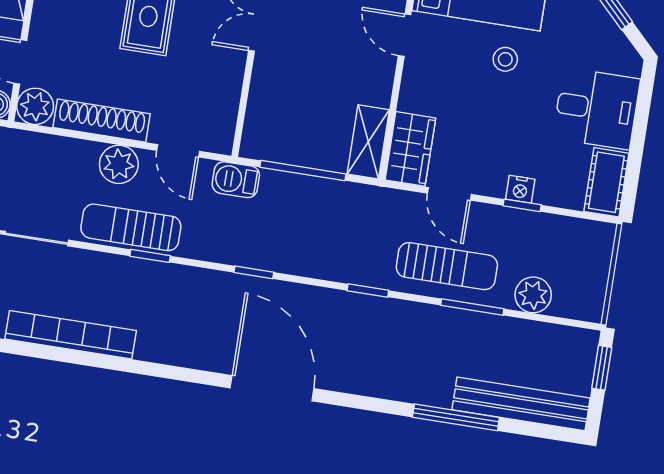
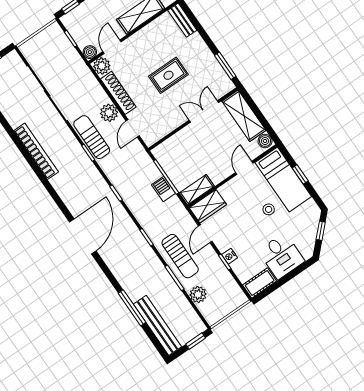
barbecue: (236, 180) -> (163, 189), moved

